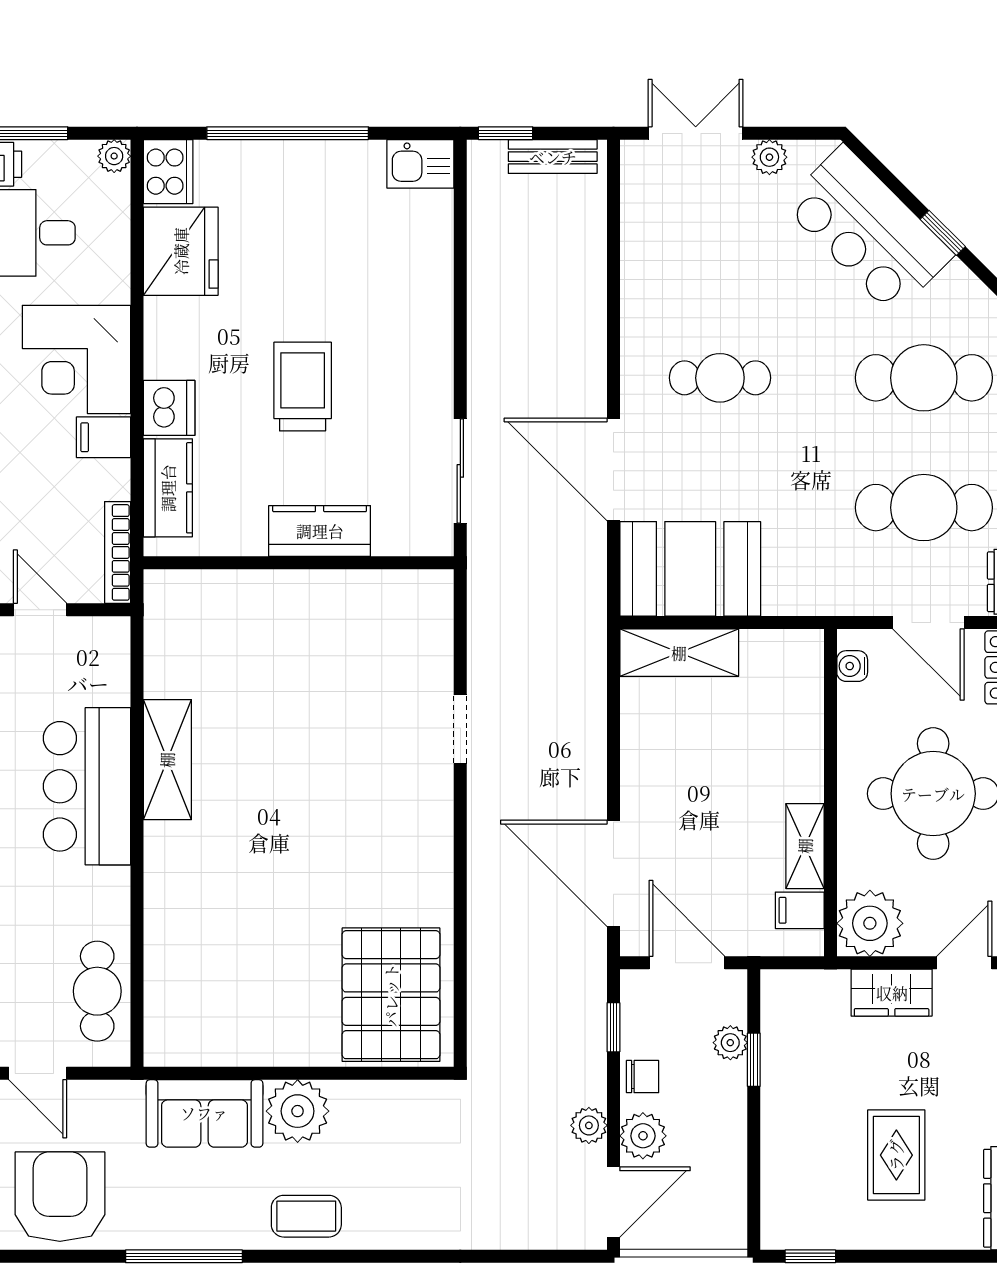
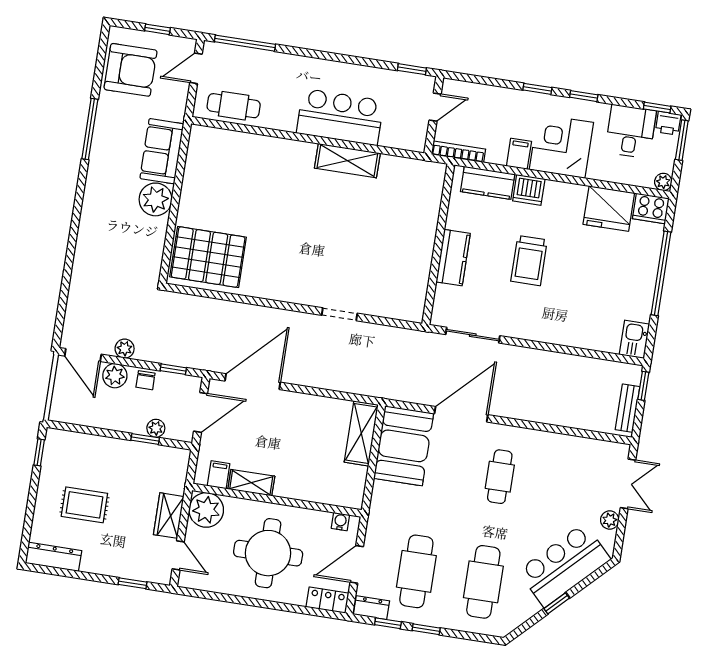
trolley: (303, 387) -> (529, 261), turned 90
coffee table: (306, 1216) -> (101, 195), removed

